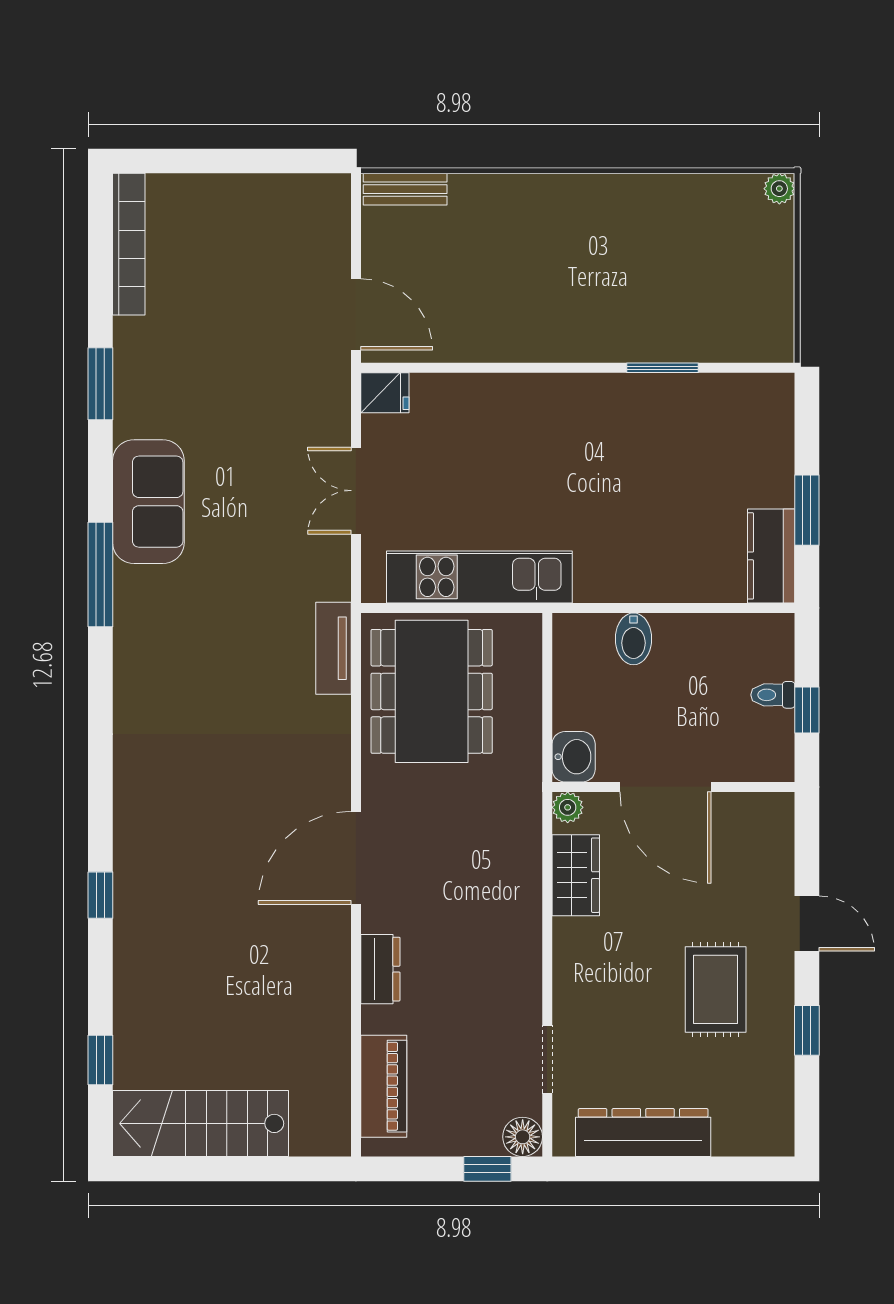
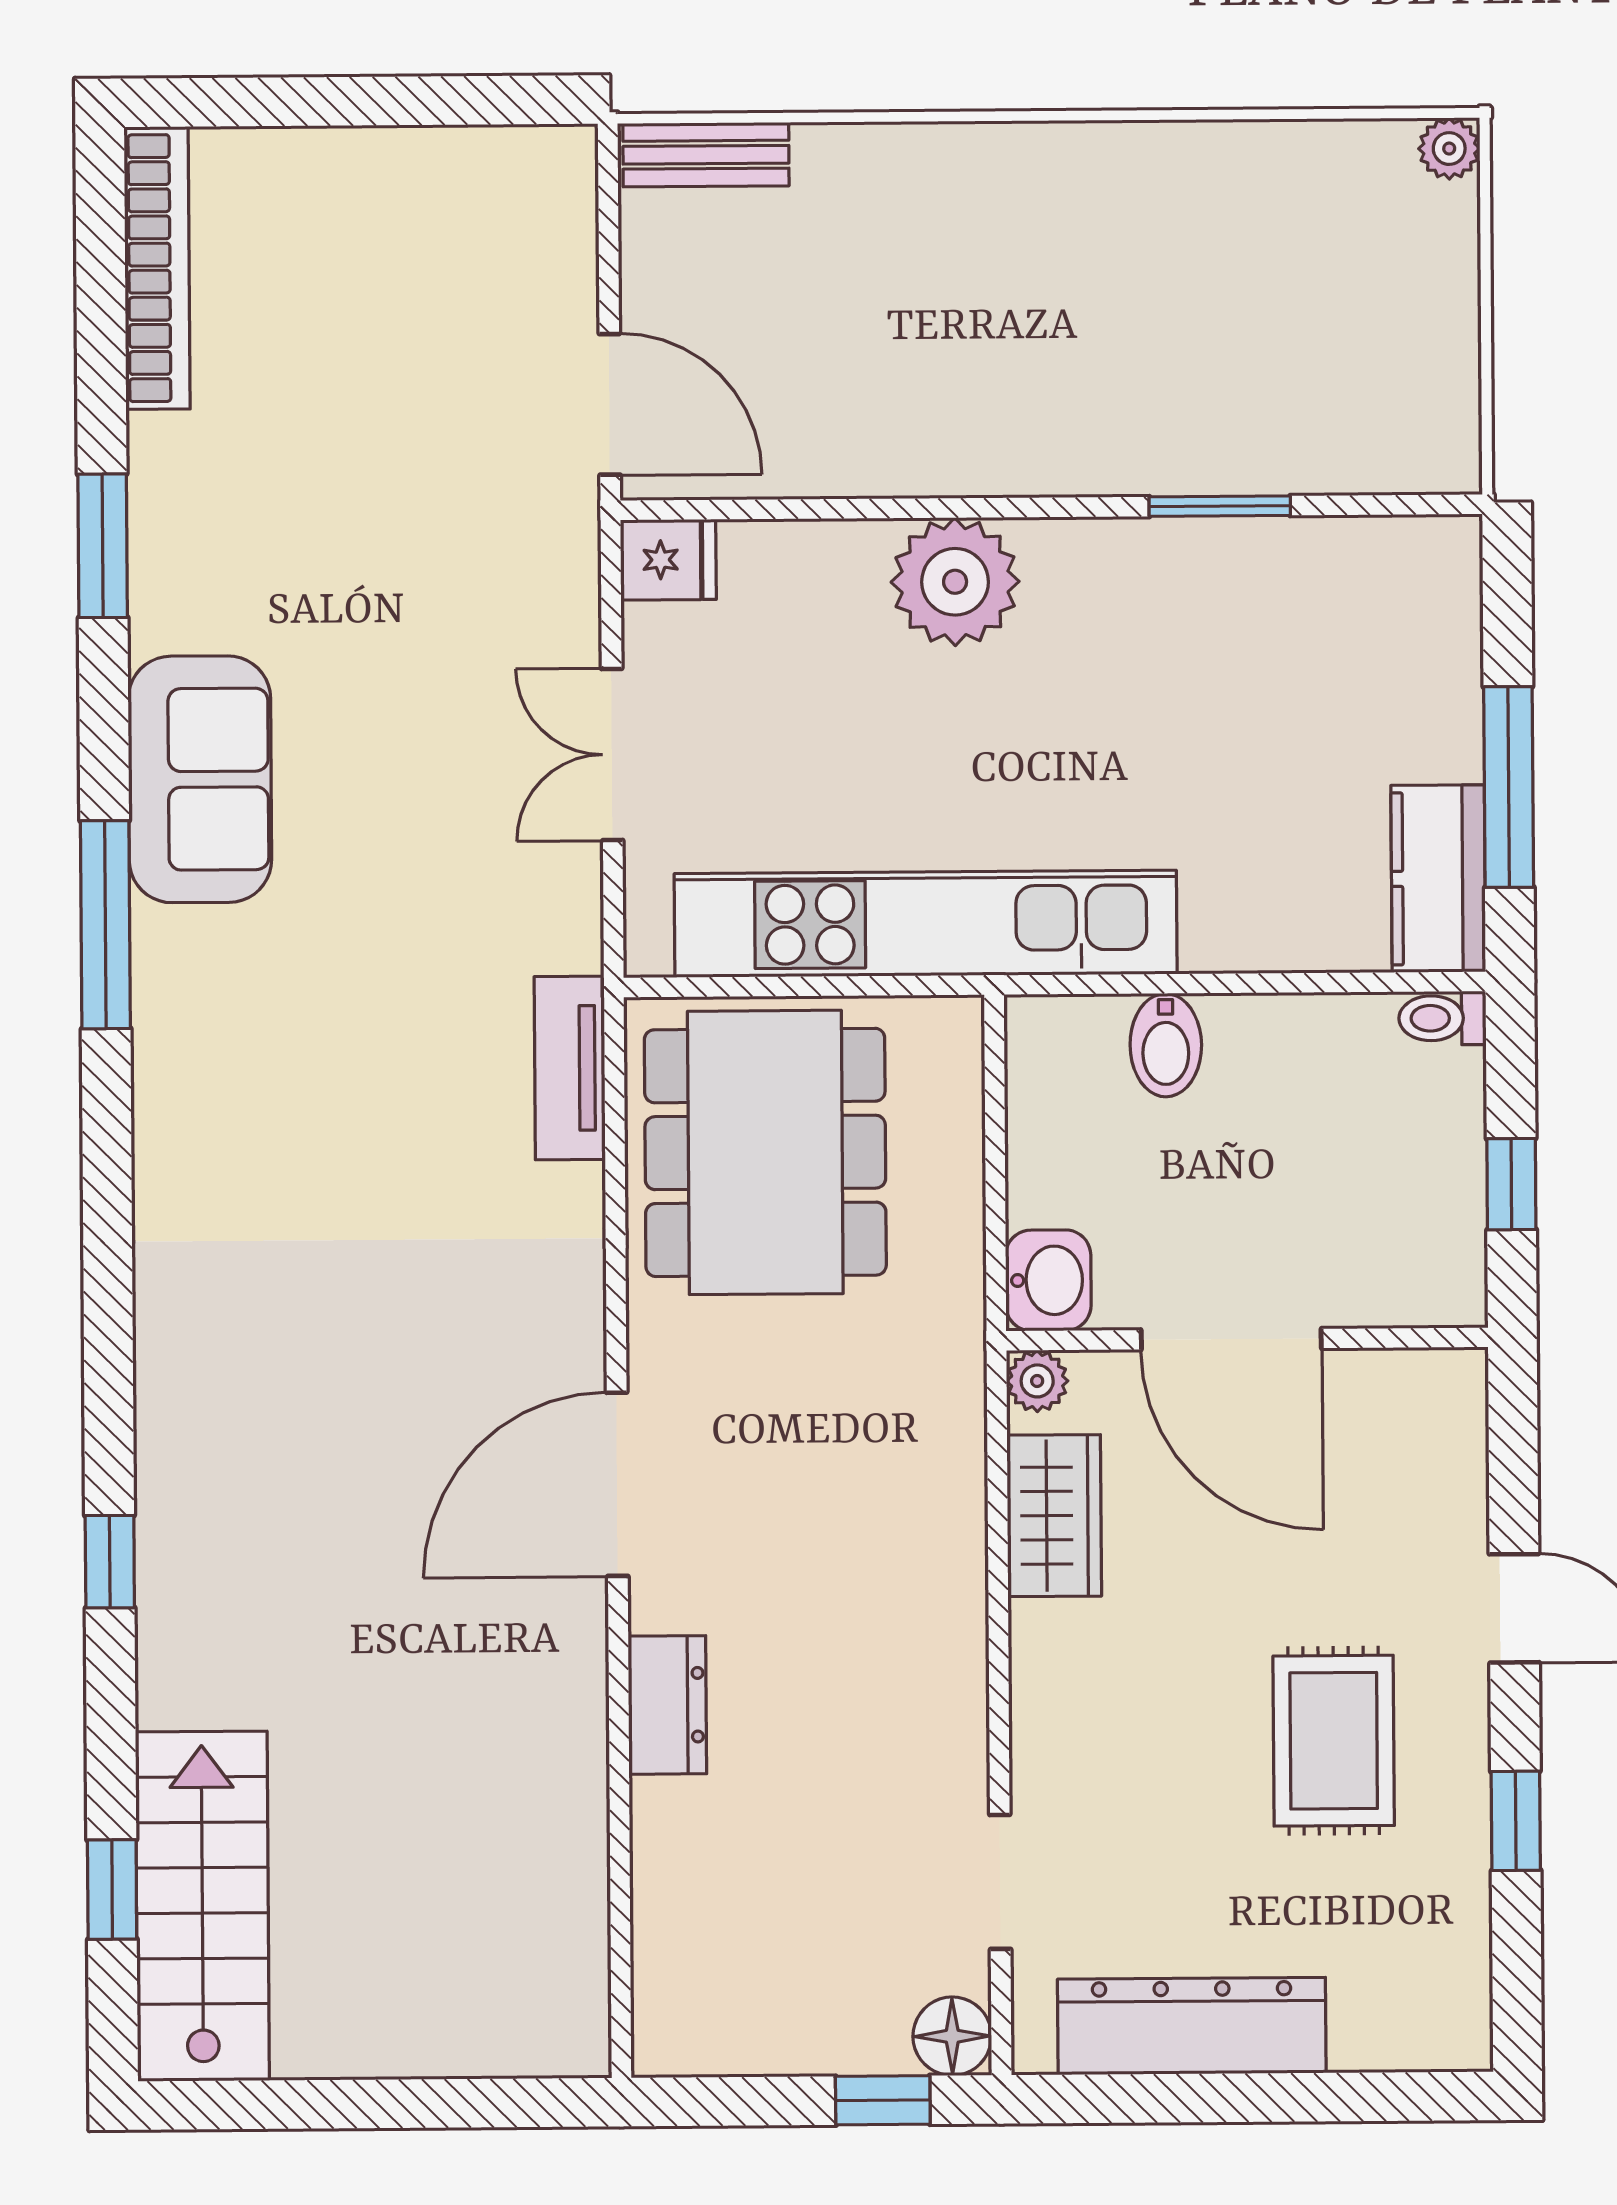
plant: (529, 405) -> (955, 582), added
window: (807, 510) -> (1509, 787), width x1.44
kitchen unit: (479, 577) -> (926, 924), width x1.36
toilet: (773, 695) -> (1442, 1018), moved
piano: (384, 1086) -> (676, 1938), removed
stairs: (200, 1123) -> (202, 1906), moved, turned 90

